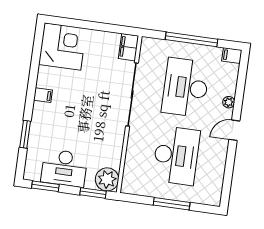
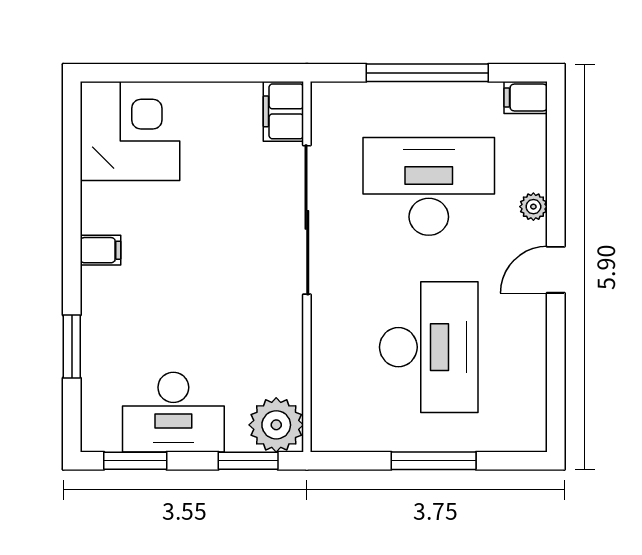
desk: (186, 87) -> (429, 186), turned 90

